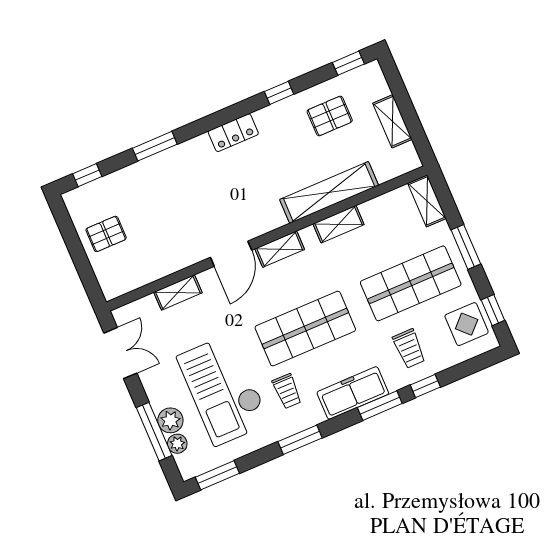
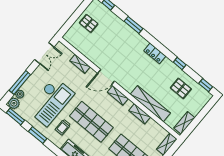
shelving: (392, 121) -> (184, 123), moved
checkout: (223, 390) -> (51, 102), turned 180
plant: (170, 420) -> (14, 103), moved
window: (300, 440) -> (38, 135), moved

